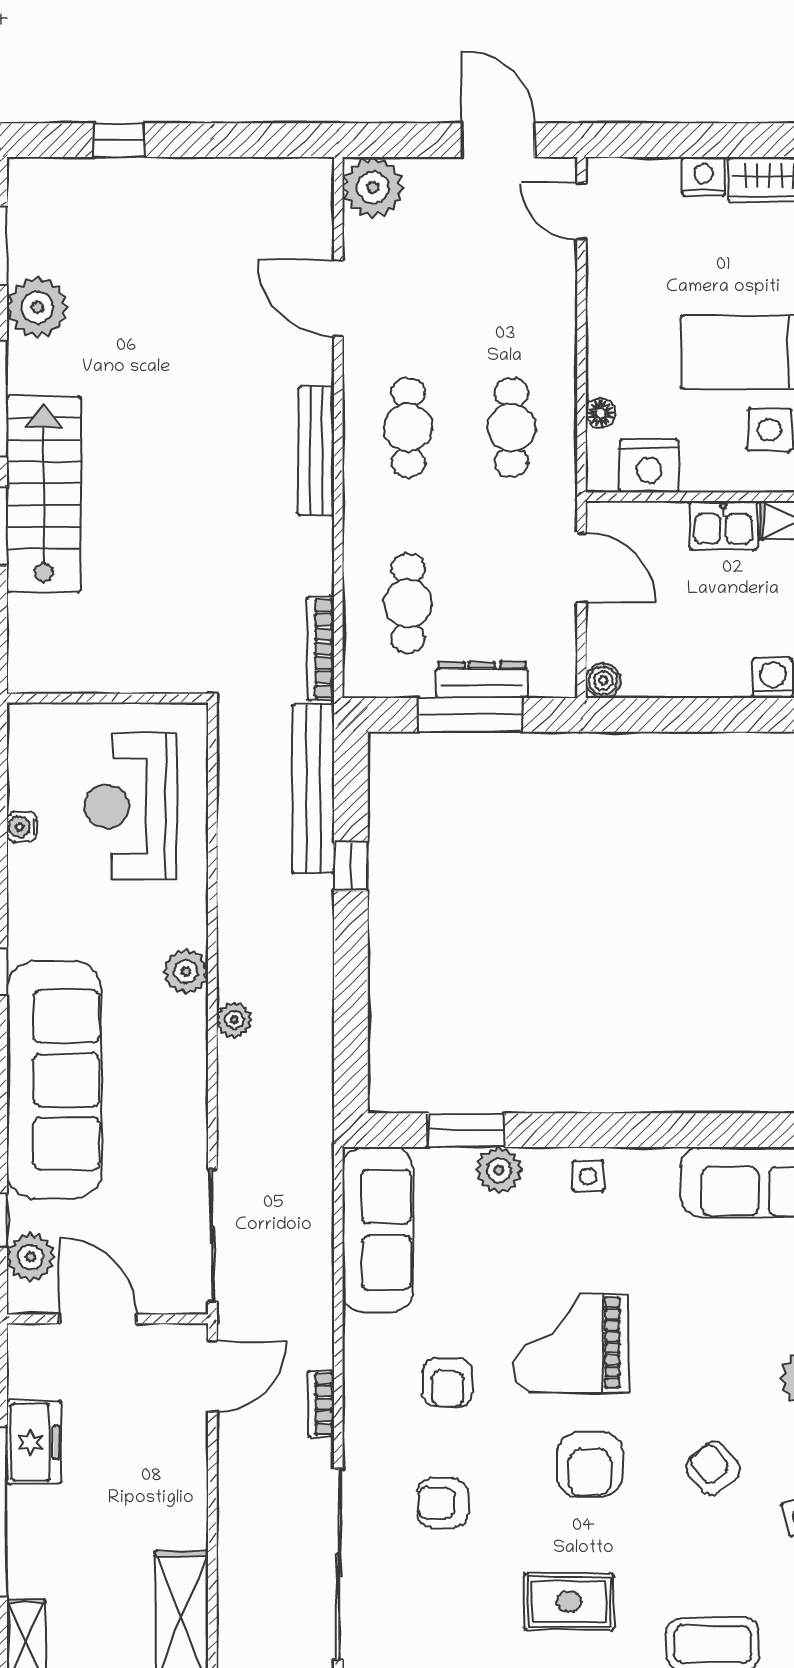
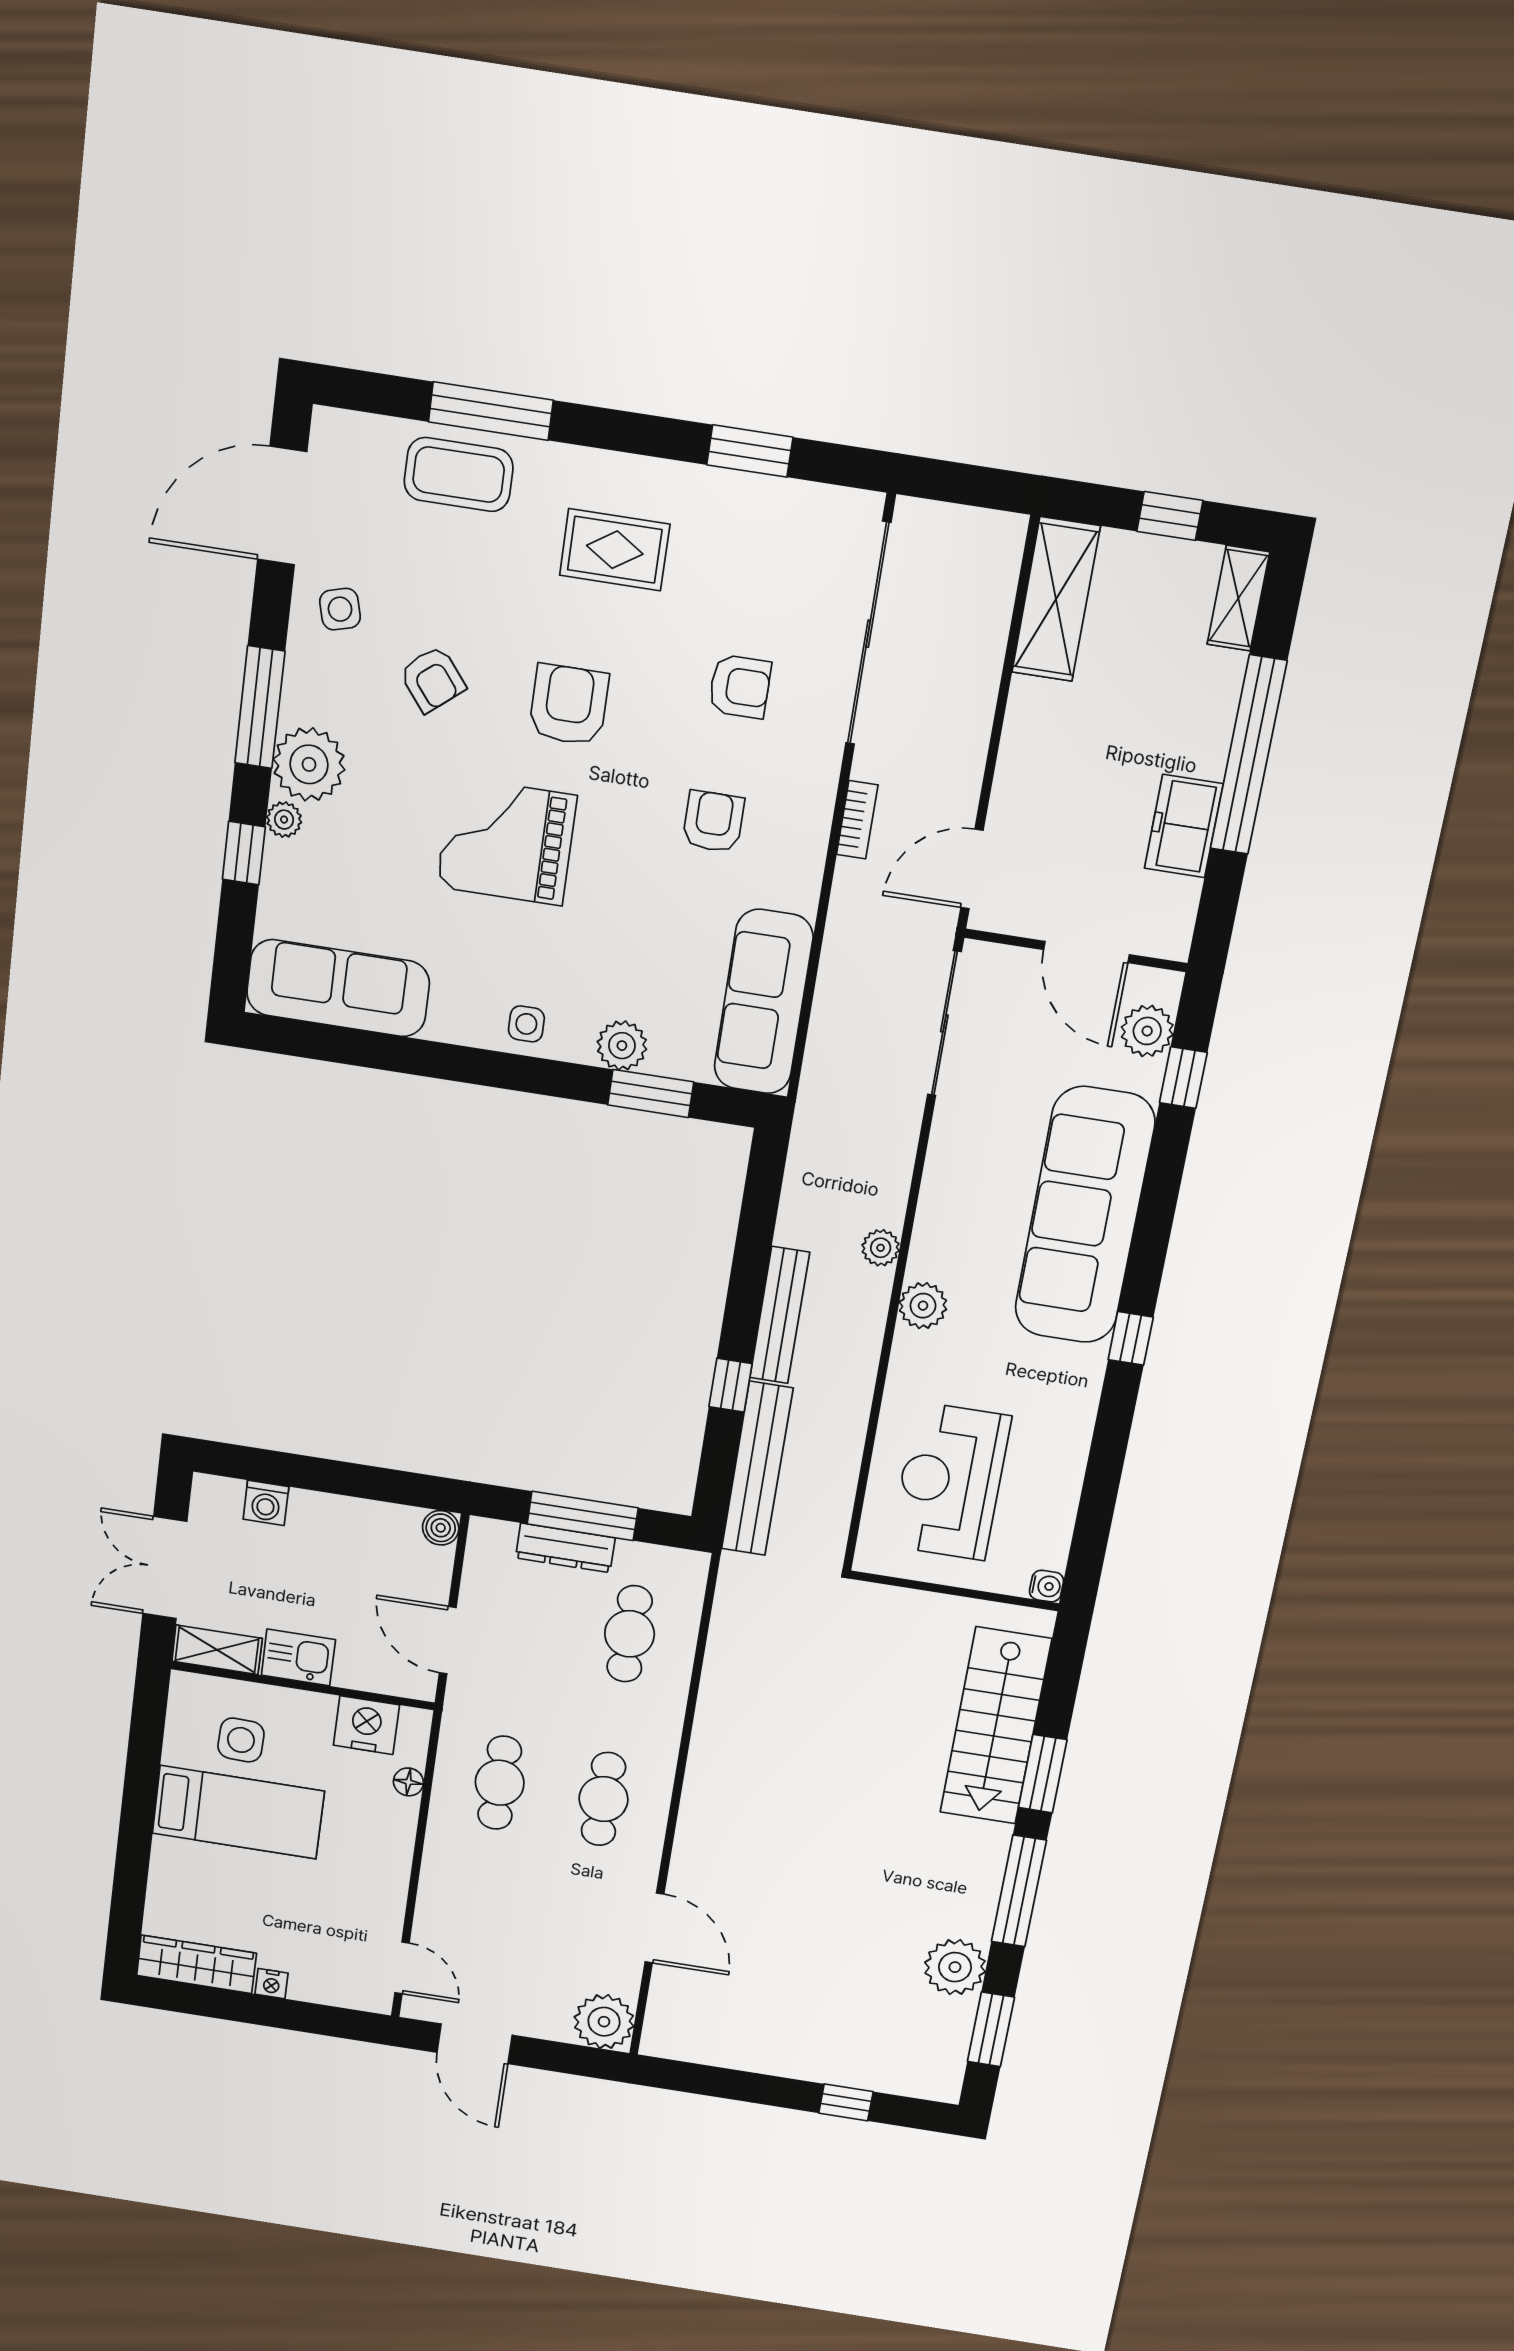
nightstand: (704, 177) -> (272, 1984), width x0.72, depth x0.74
bench: (316, 451) -> (780, 1315), moved
stairs: (44, 494) -> (996, 1726), moved
bookcase: (321, 648) -> (726, 1604), removed
reception desk: (131, 806) -> (950, 1481), turned 180
water cooler: (22, 827) -> (1046, 1586), moved
grand piano: (571, 1343) -> (507, 841), moved, turned 180

